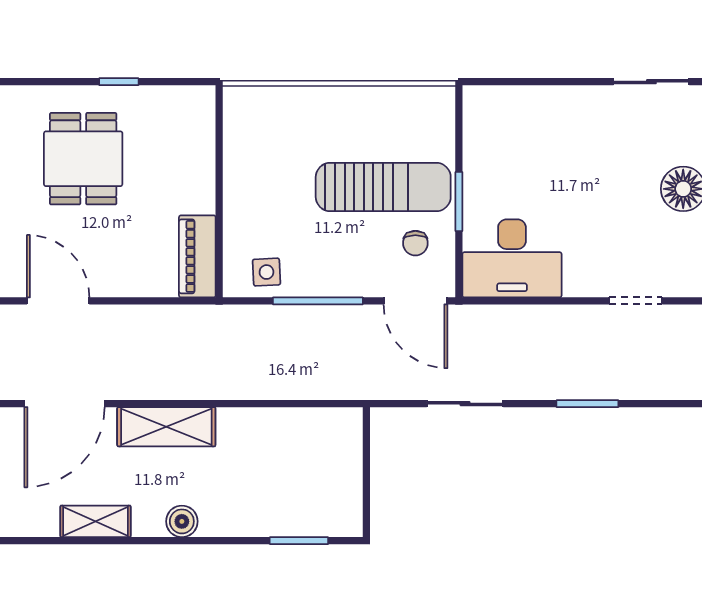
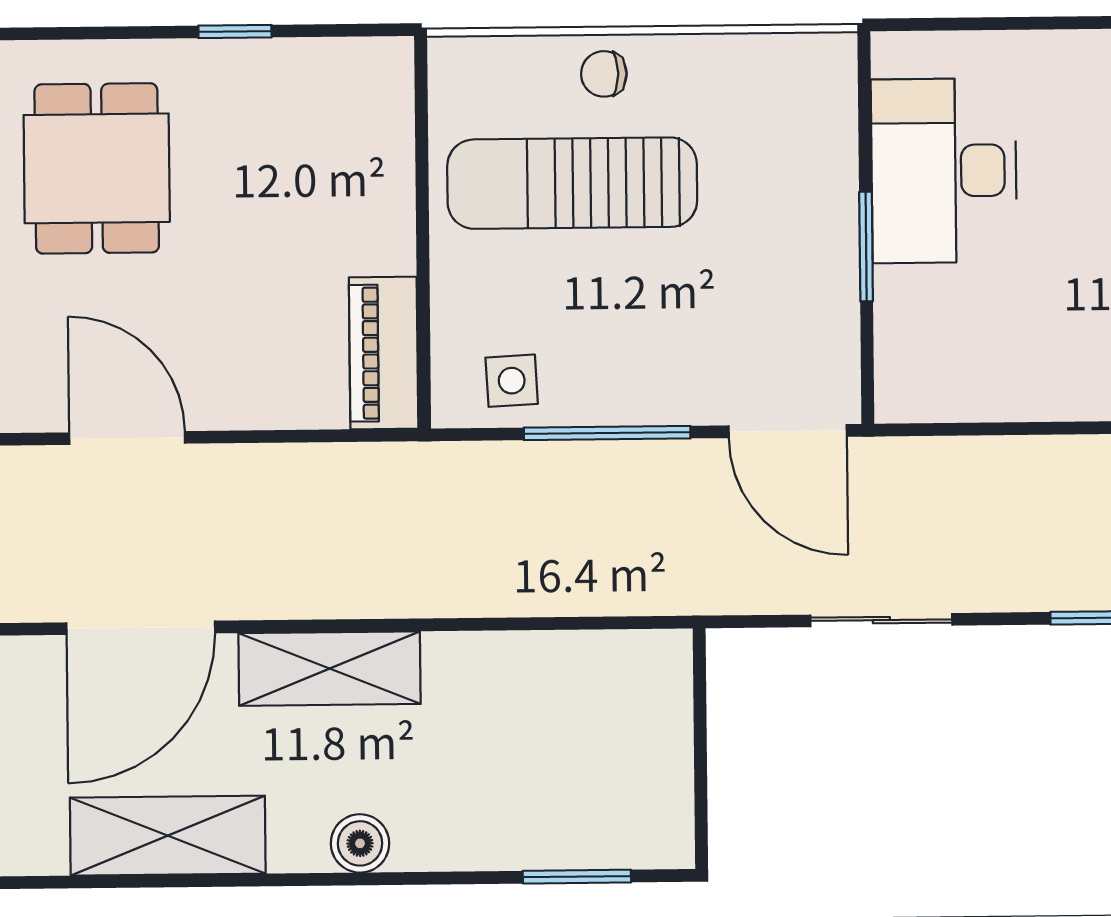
dining table: (83, 159) -> (97, 168), moved
sun lounger: (383, 187) -> (572, 183), moved, turned 180
chair: (415, 243) -> (604, 74), moved, turned 90
desk: (512, 258) -> (944, 171), moved, turned 90
shelving: (96, 521) -> (168, 836), width x1.50, depth x1.33

